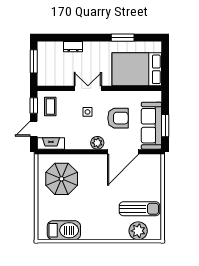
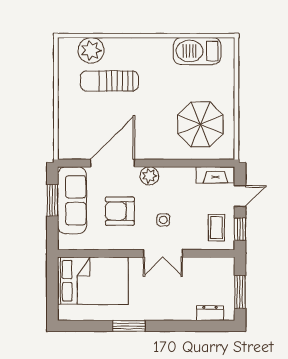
window: (123, 38) -> (129, 326), moved
dresser: (73, 47) -> (210, 313), moved
sun lounger: (139, 209) -> (109, 81), moved

